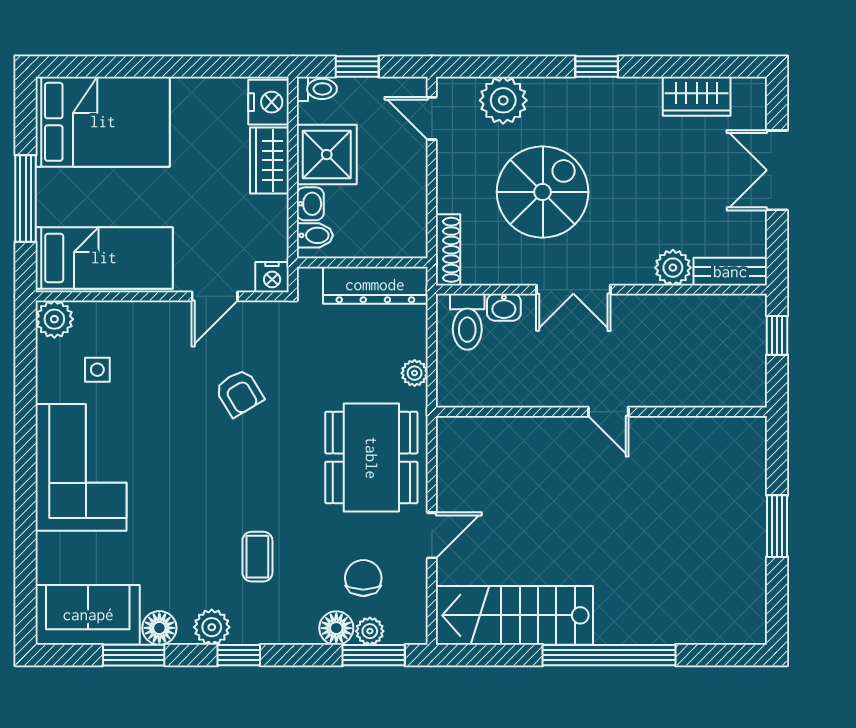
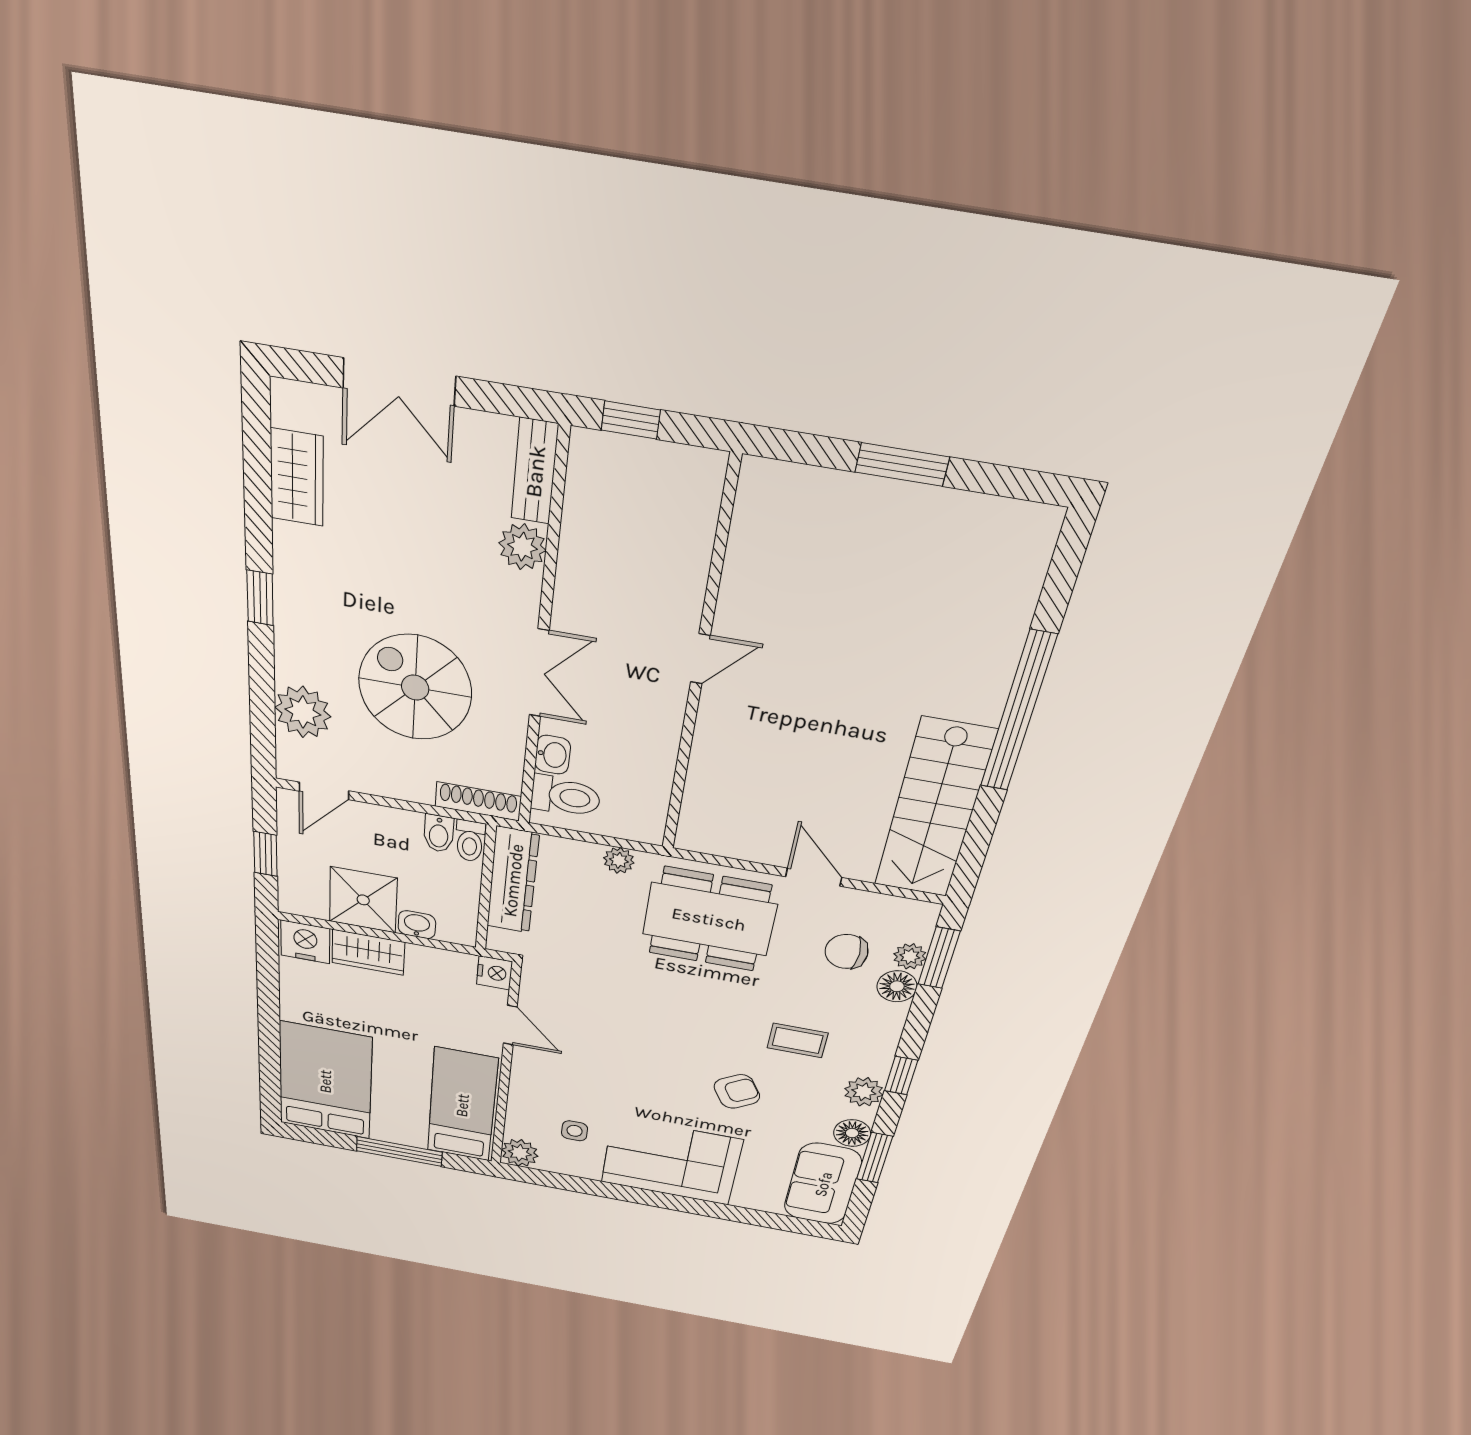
toilet: (317, 89) -> (470, 841), moved, turned 180
bidet: (315, 235) -> (439, 833), moved, turned 180
armchair: (239, 393) -> (737, 1091), moved

